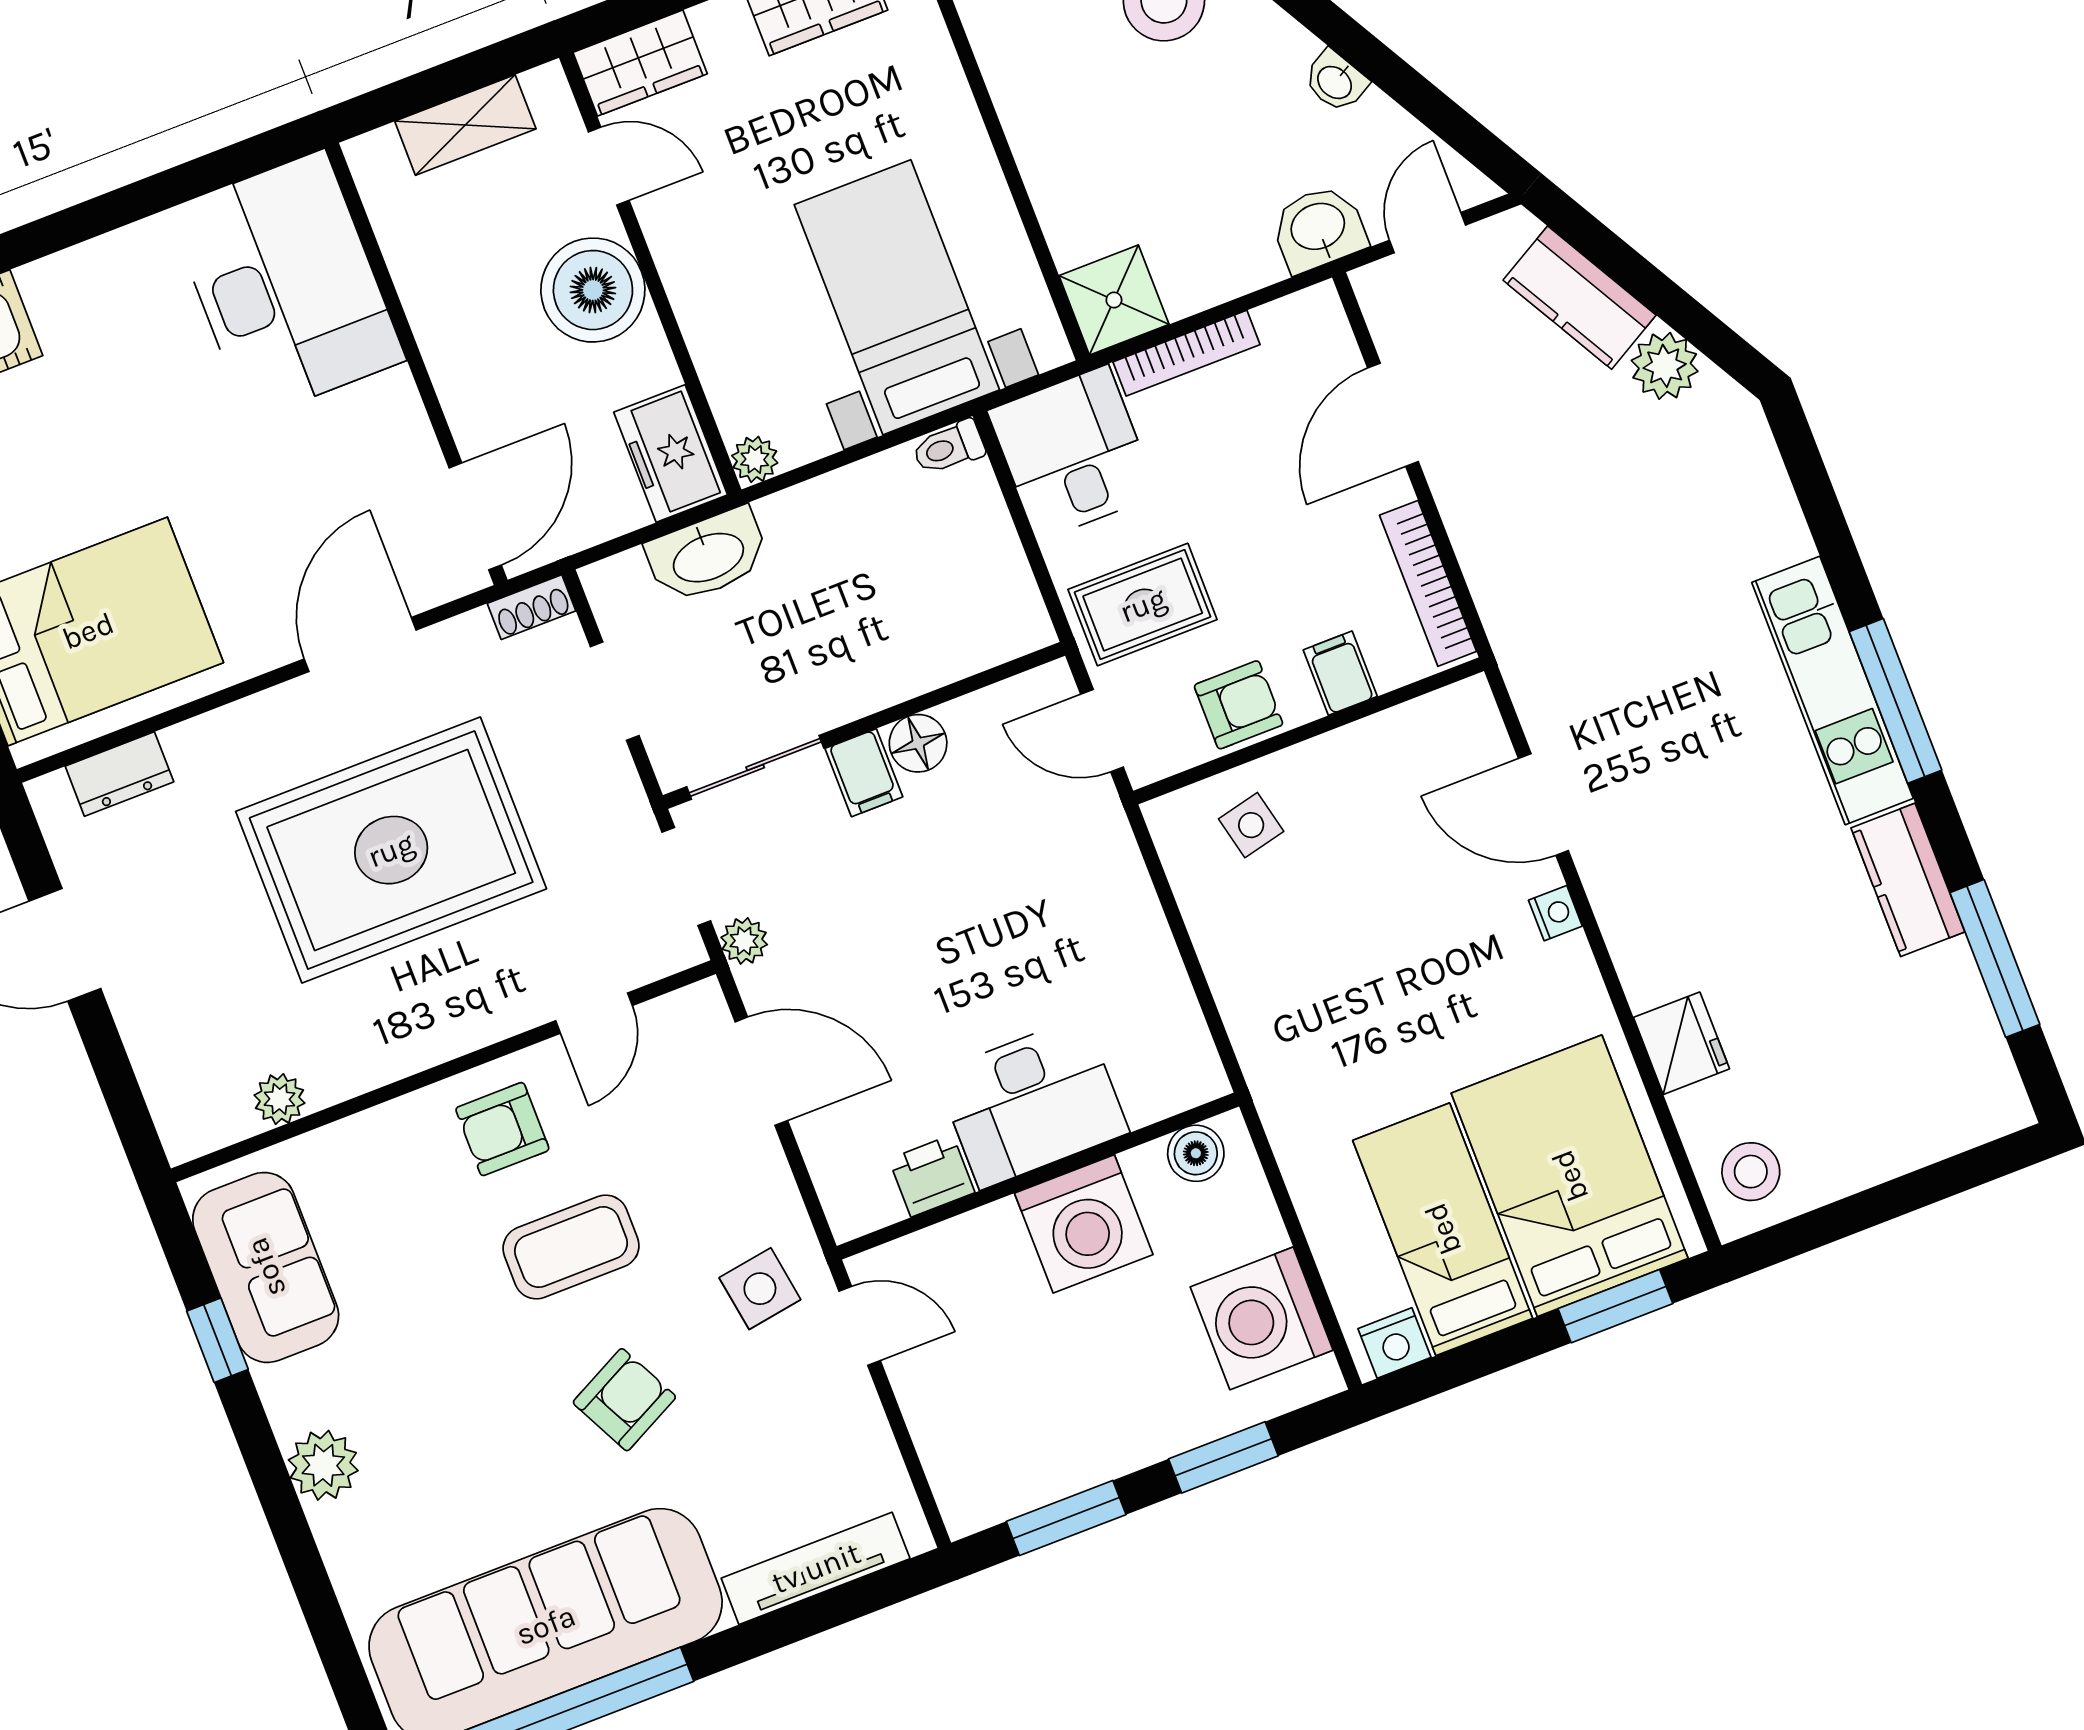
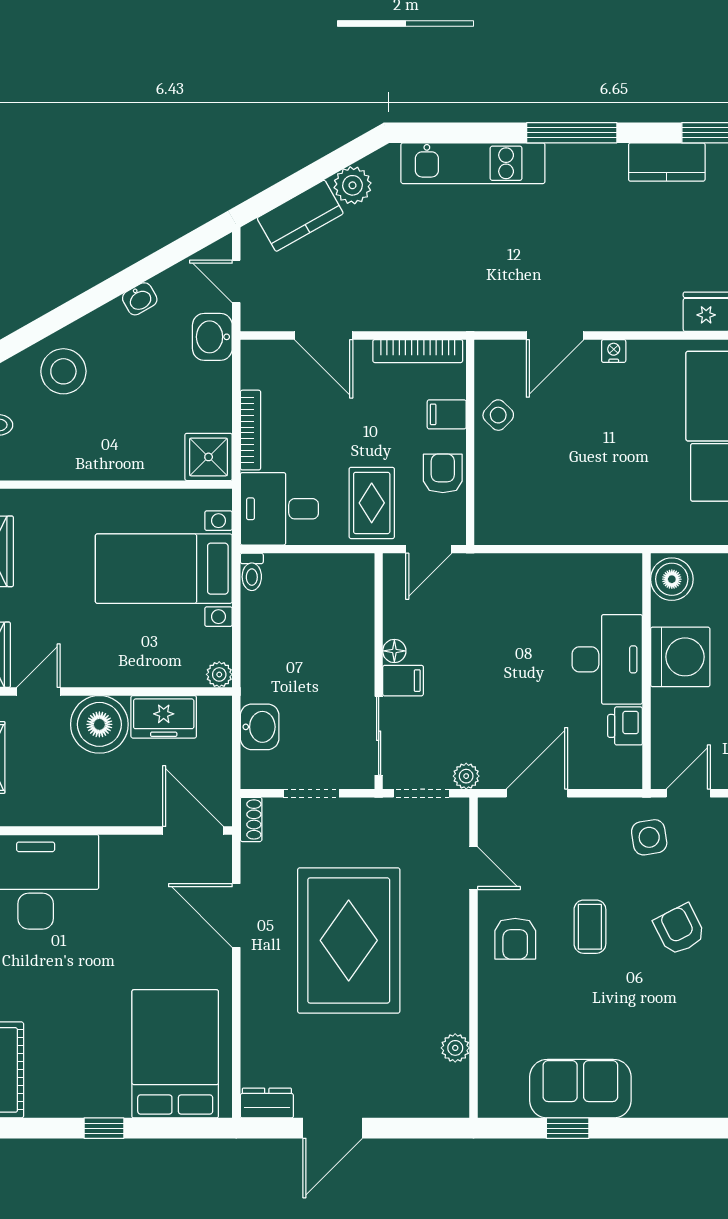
freezer: (671, 454) -> (164, 717), moved
washbasin: (708, 556) -> (260, 727), width x0.72
kitchen unit: (1833, 690) -> (473, 163), moved
floor lamp: (918, 743) -> (394, 651), width x0.73, depth x0.73
dresser: (119, 774) -> (267, 1103), moved, turned -90
side table: (1251, 825) -> (498, 415), moved, turned -33
boiler: (1196, 1153) -> (672, 579), width x1.36, depth x1.36
coffee table: (571, 1247) -> (590, 927), width x0.73, depth x0.77
sofa: (266, 1267) -> (580, 1089), moved
plant: (323, 1465) -> (653, 1098), removed

